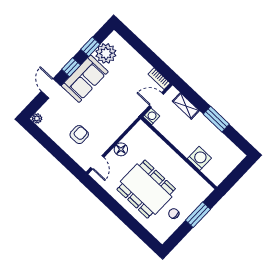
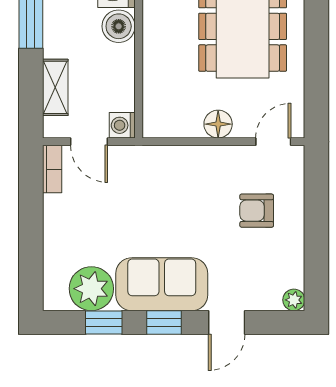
boiler: (186, 147) -> (119, 26), added

